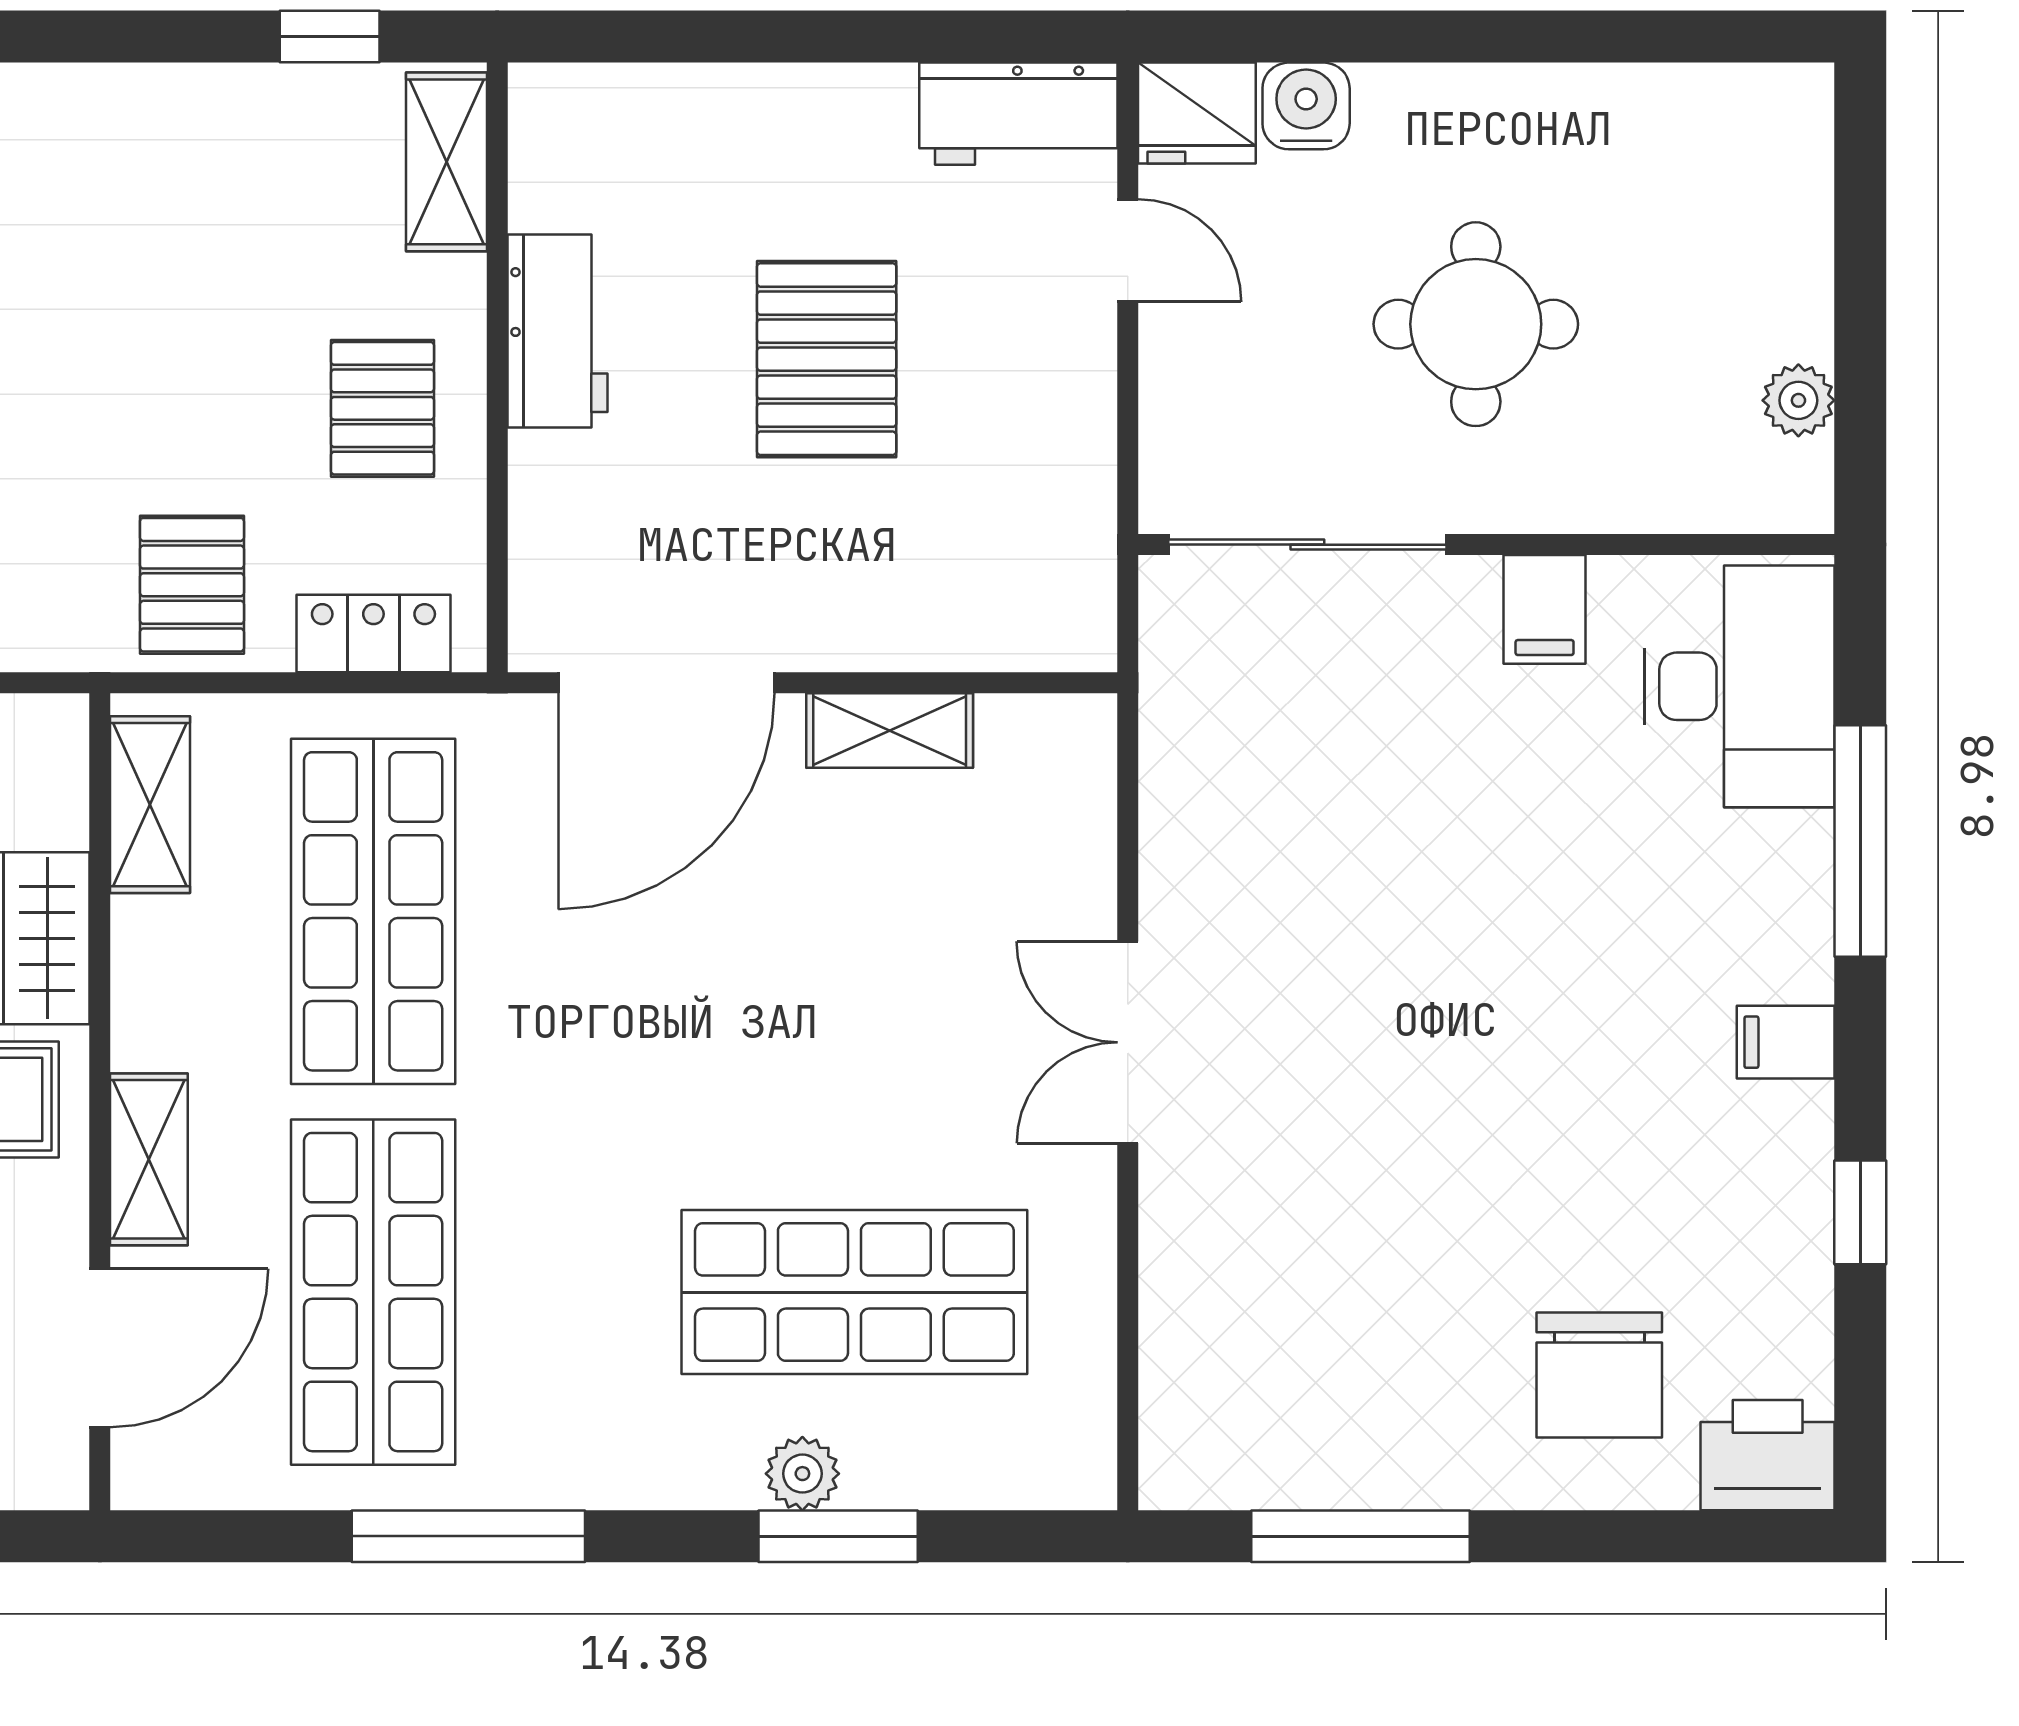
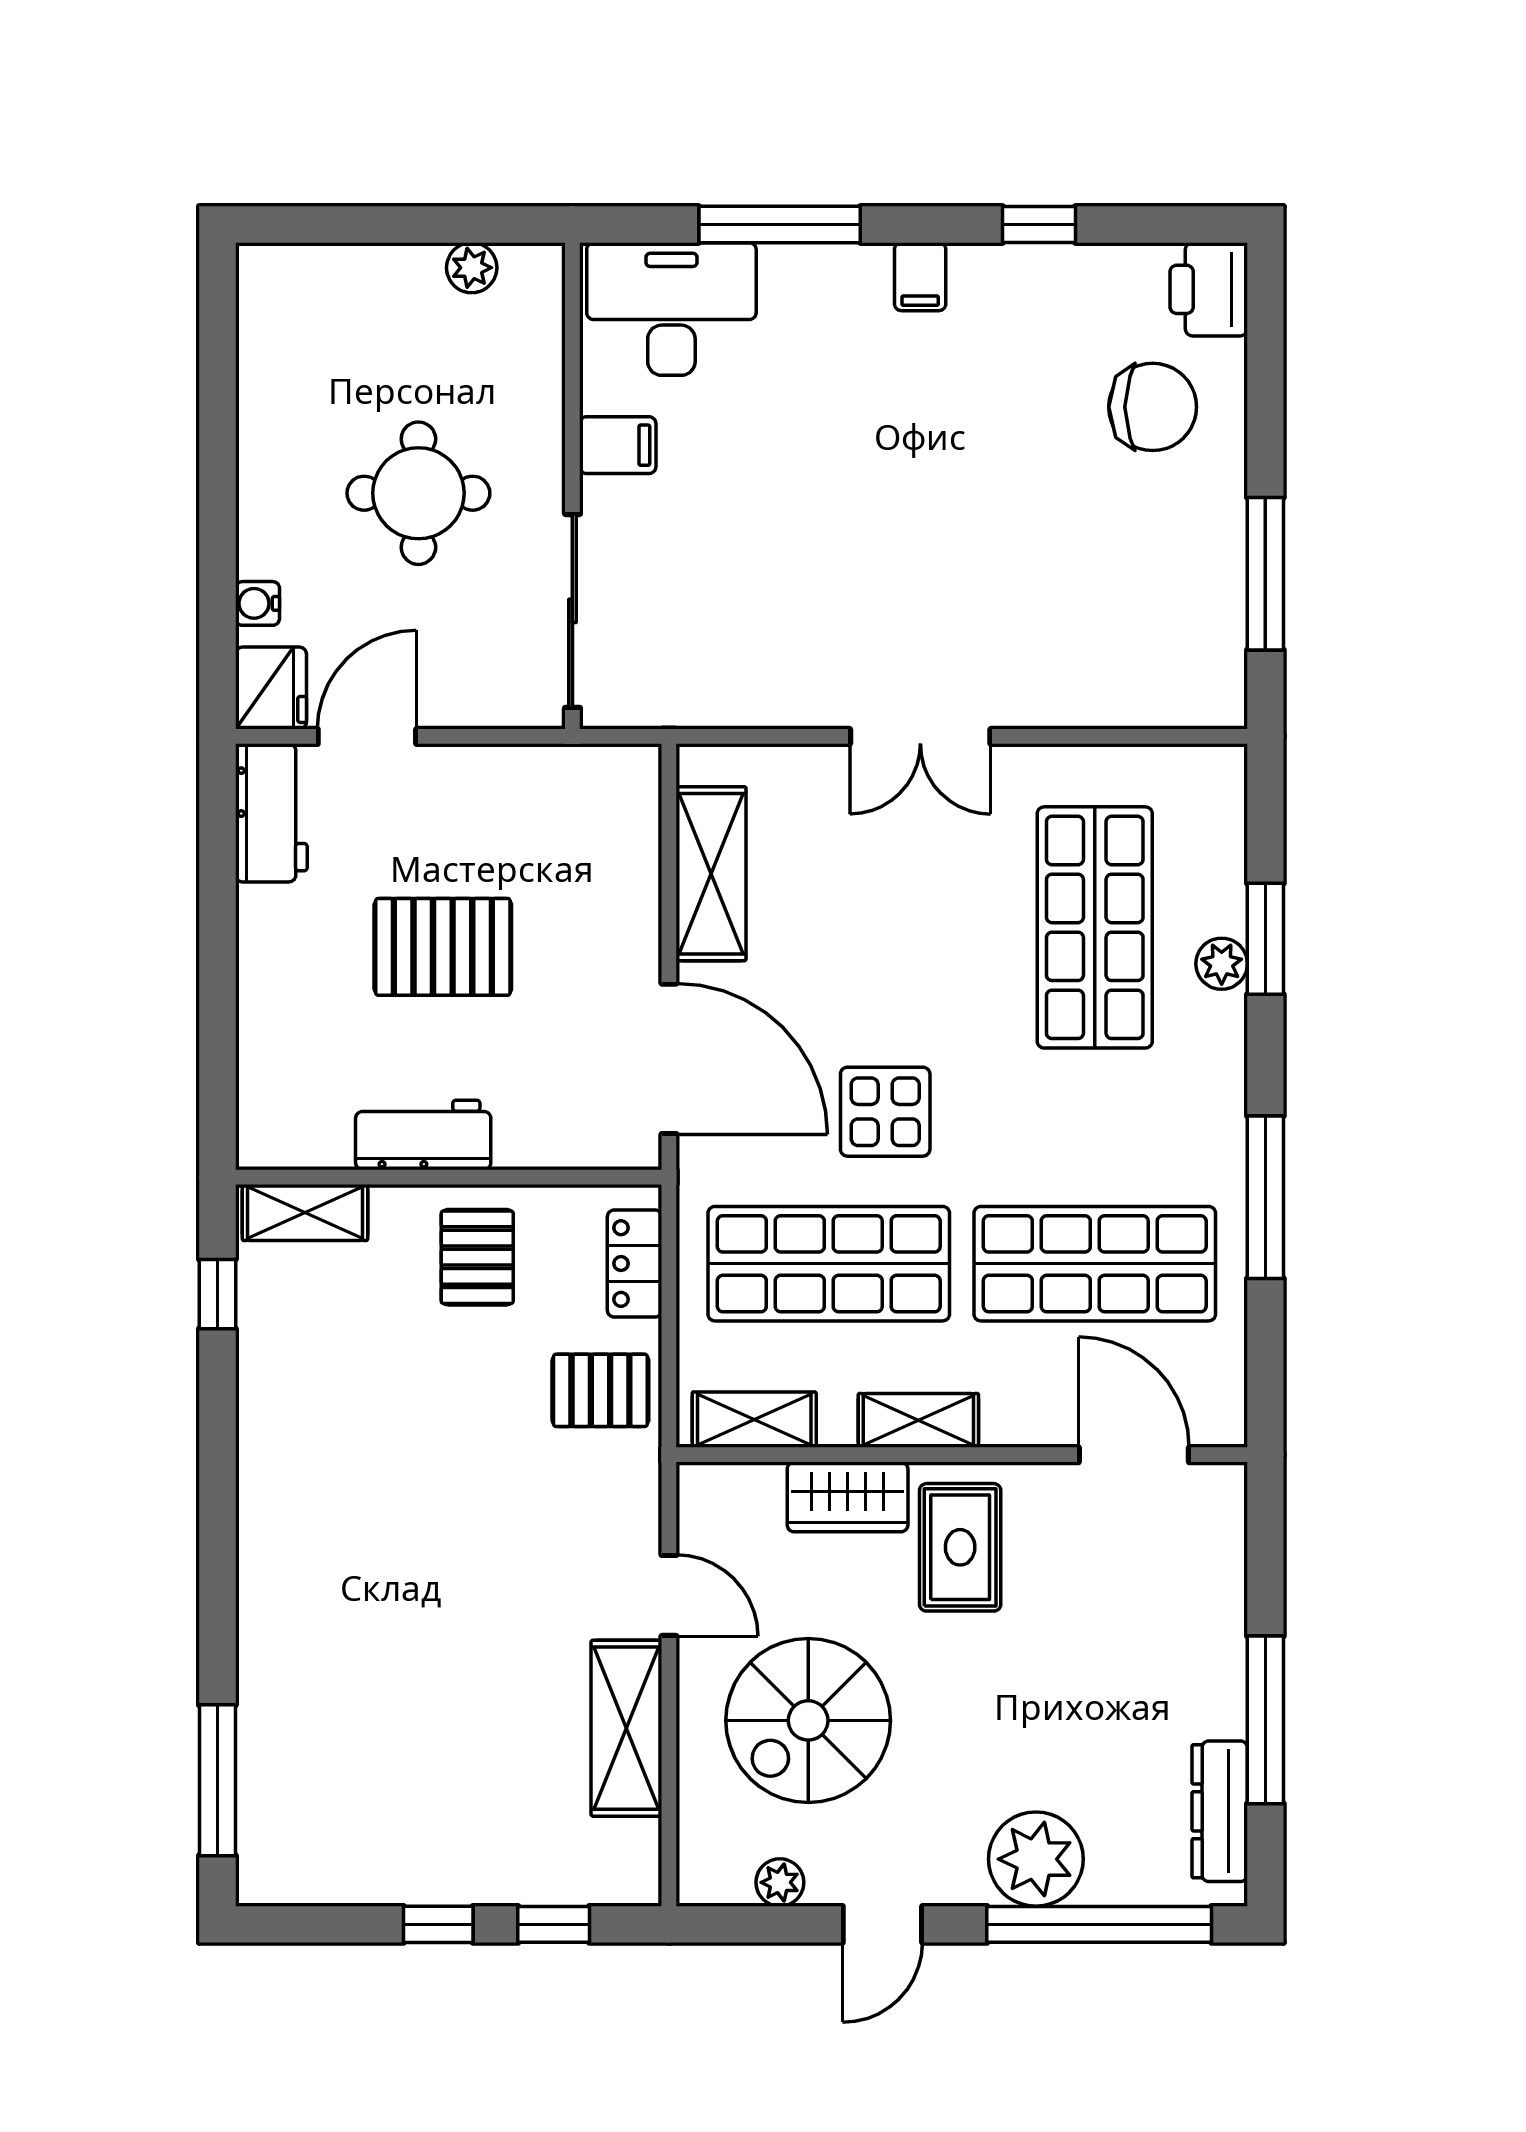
water cooler: (1306, 106) -> (258, 603), width x0.72, depth x0.72
door: (1128, 250) -> (367, 736), width x1.38
pallet: (382, 408) -> (477, 1257), turned 90
shelving: (890, 731) -> (711, 874), width x1.50, depth x1.33
display table: (591, 992) -> (885, 1112), added
shelving: (149, 1159) -> (918, 1420), moved

